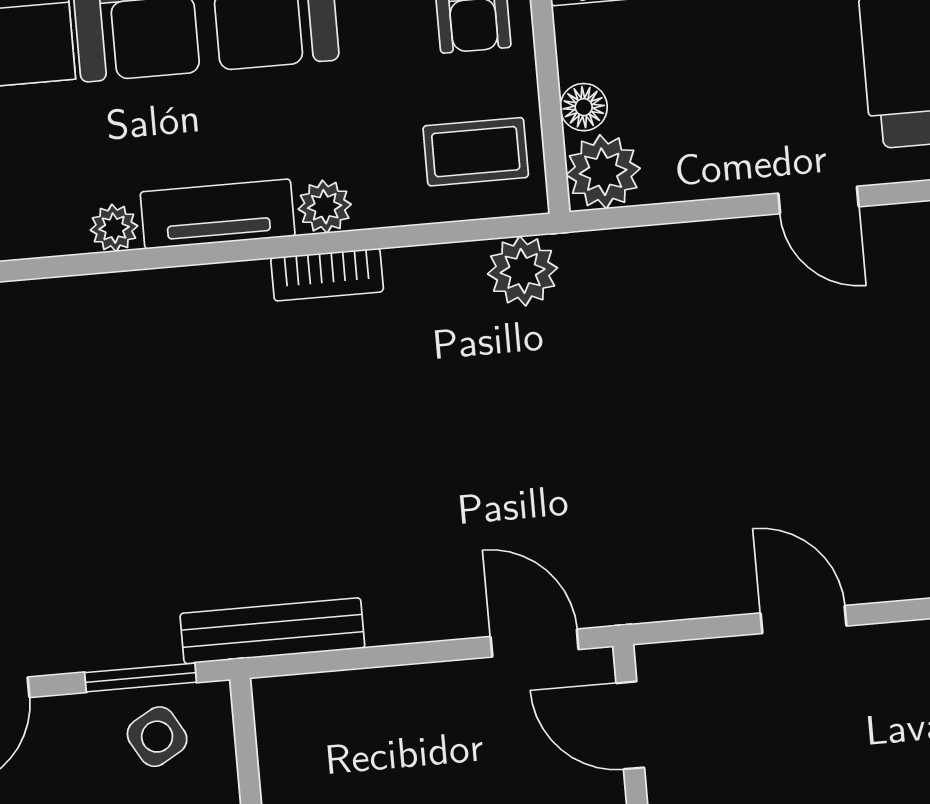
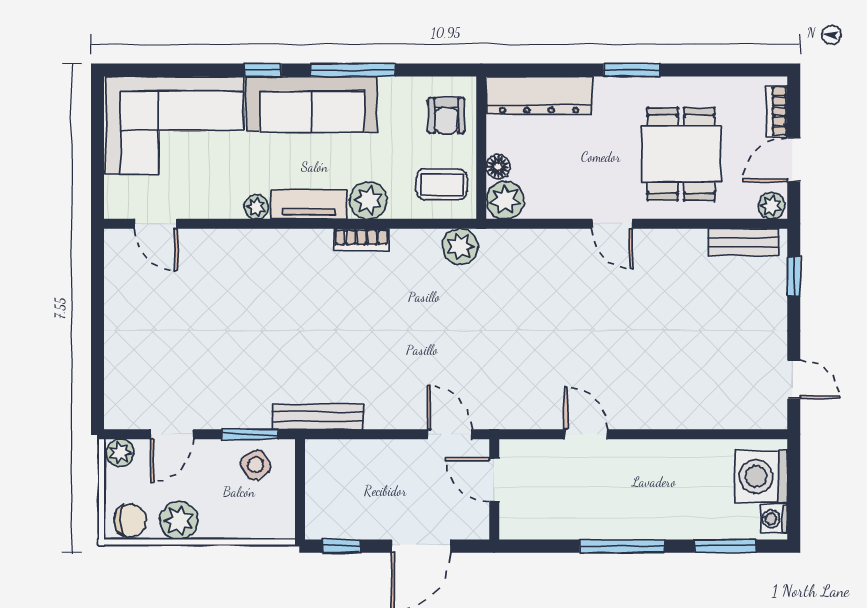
plant: (325, 207) -> (368, 200), width x1.38, depth x1.38

